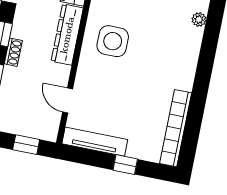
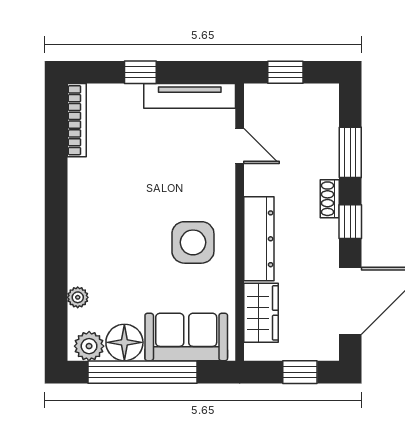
bookcase: (176, 128) -> (77, 120), width x0.68, depth x0.76

